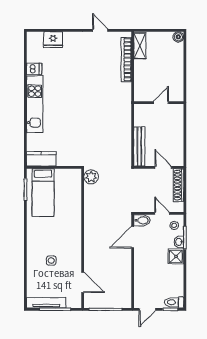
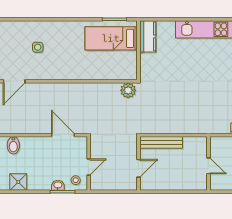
shoe rack: (179, 185) -> (119, 185), removed
bidet: (142, 220) -> (13, 145), moved
shower: (176, 256) -> (18, 182), moved

